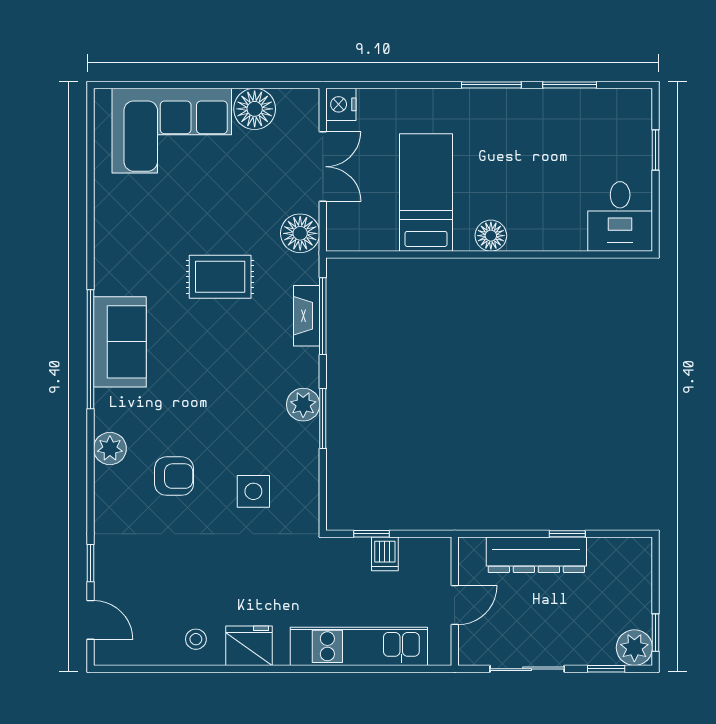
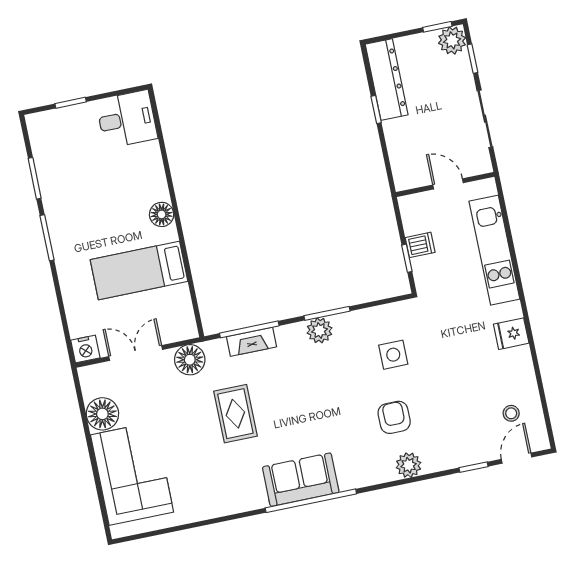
plant: (110, 449) -> (409, 465), moved
dresser: (536, 555) -> (387, 80), moved
stool: (196, 639) -> (511, 413), moved
fridge: (249, 646) -> (511, 334), width x0.72

